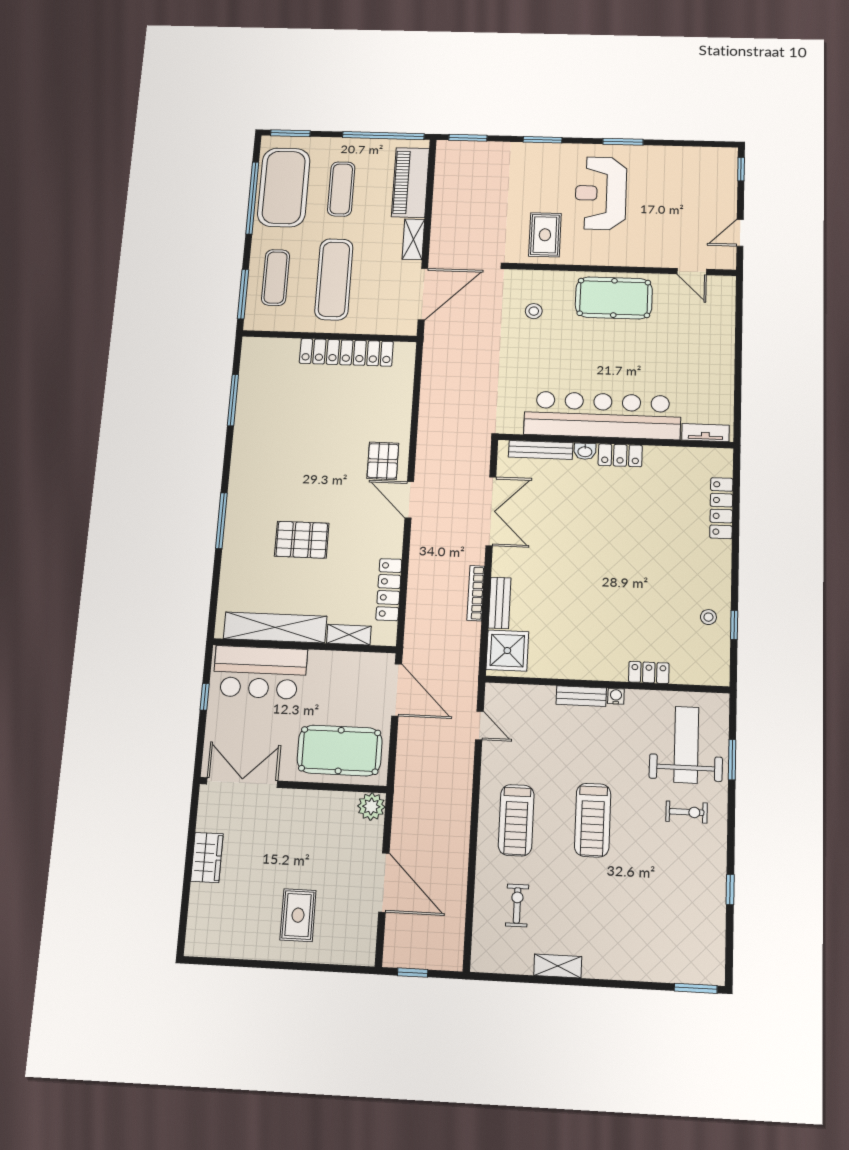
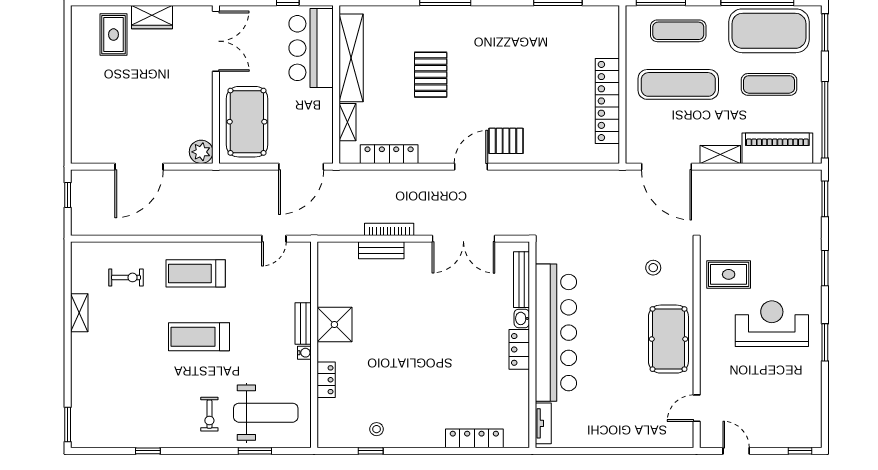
shower: (507, 651) -> (334, 325), moved
rug: (298, 915) -> (114, 35), moved, turned 90

